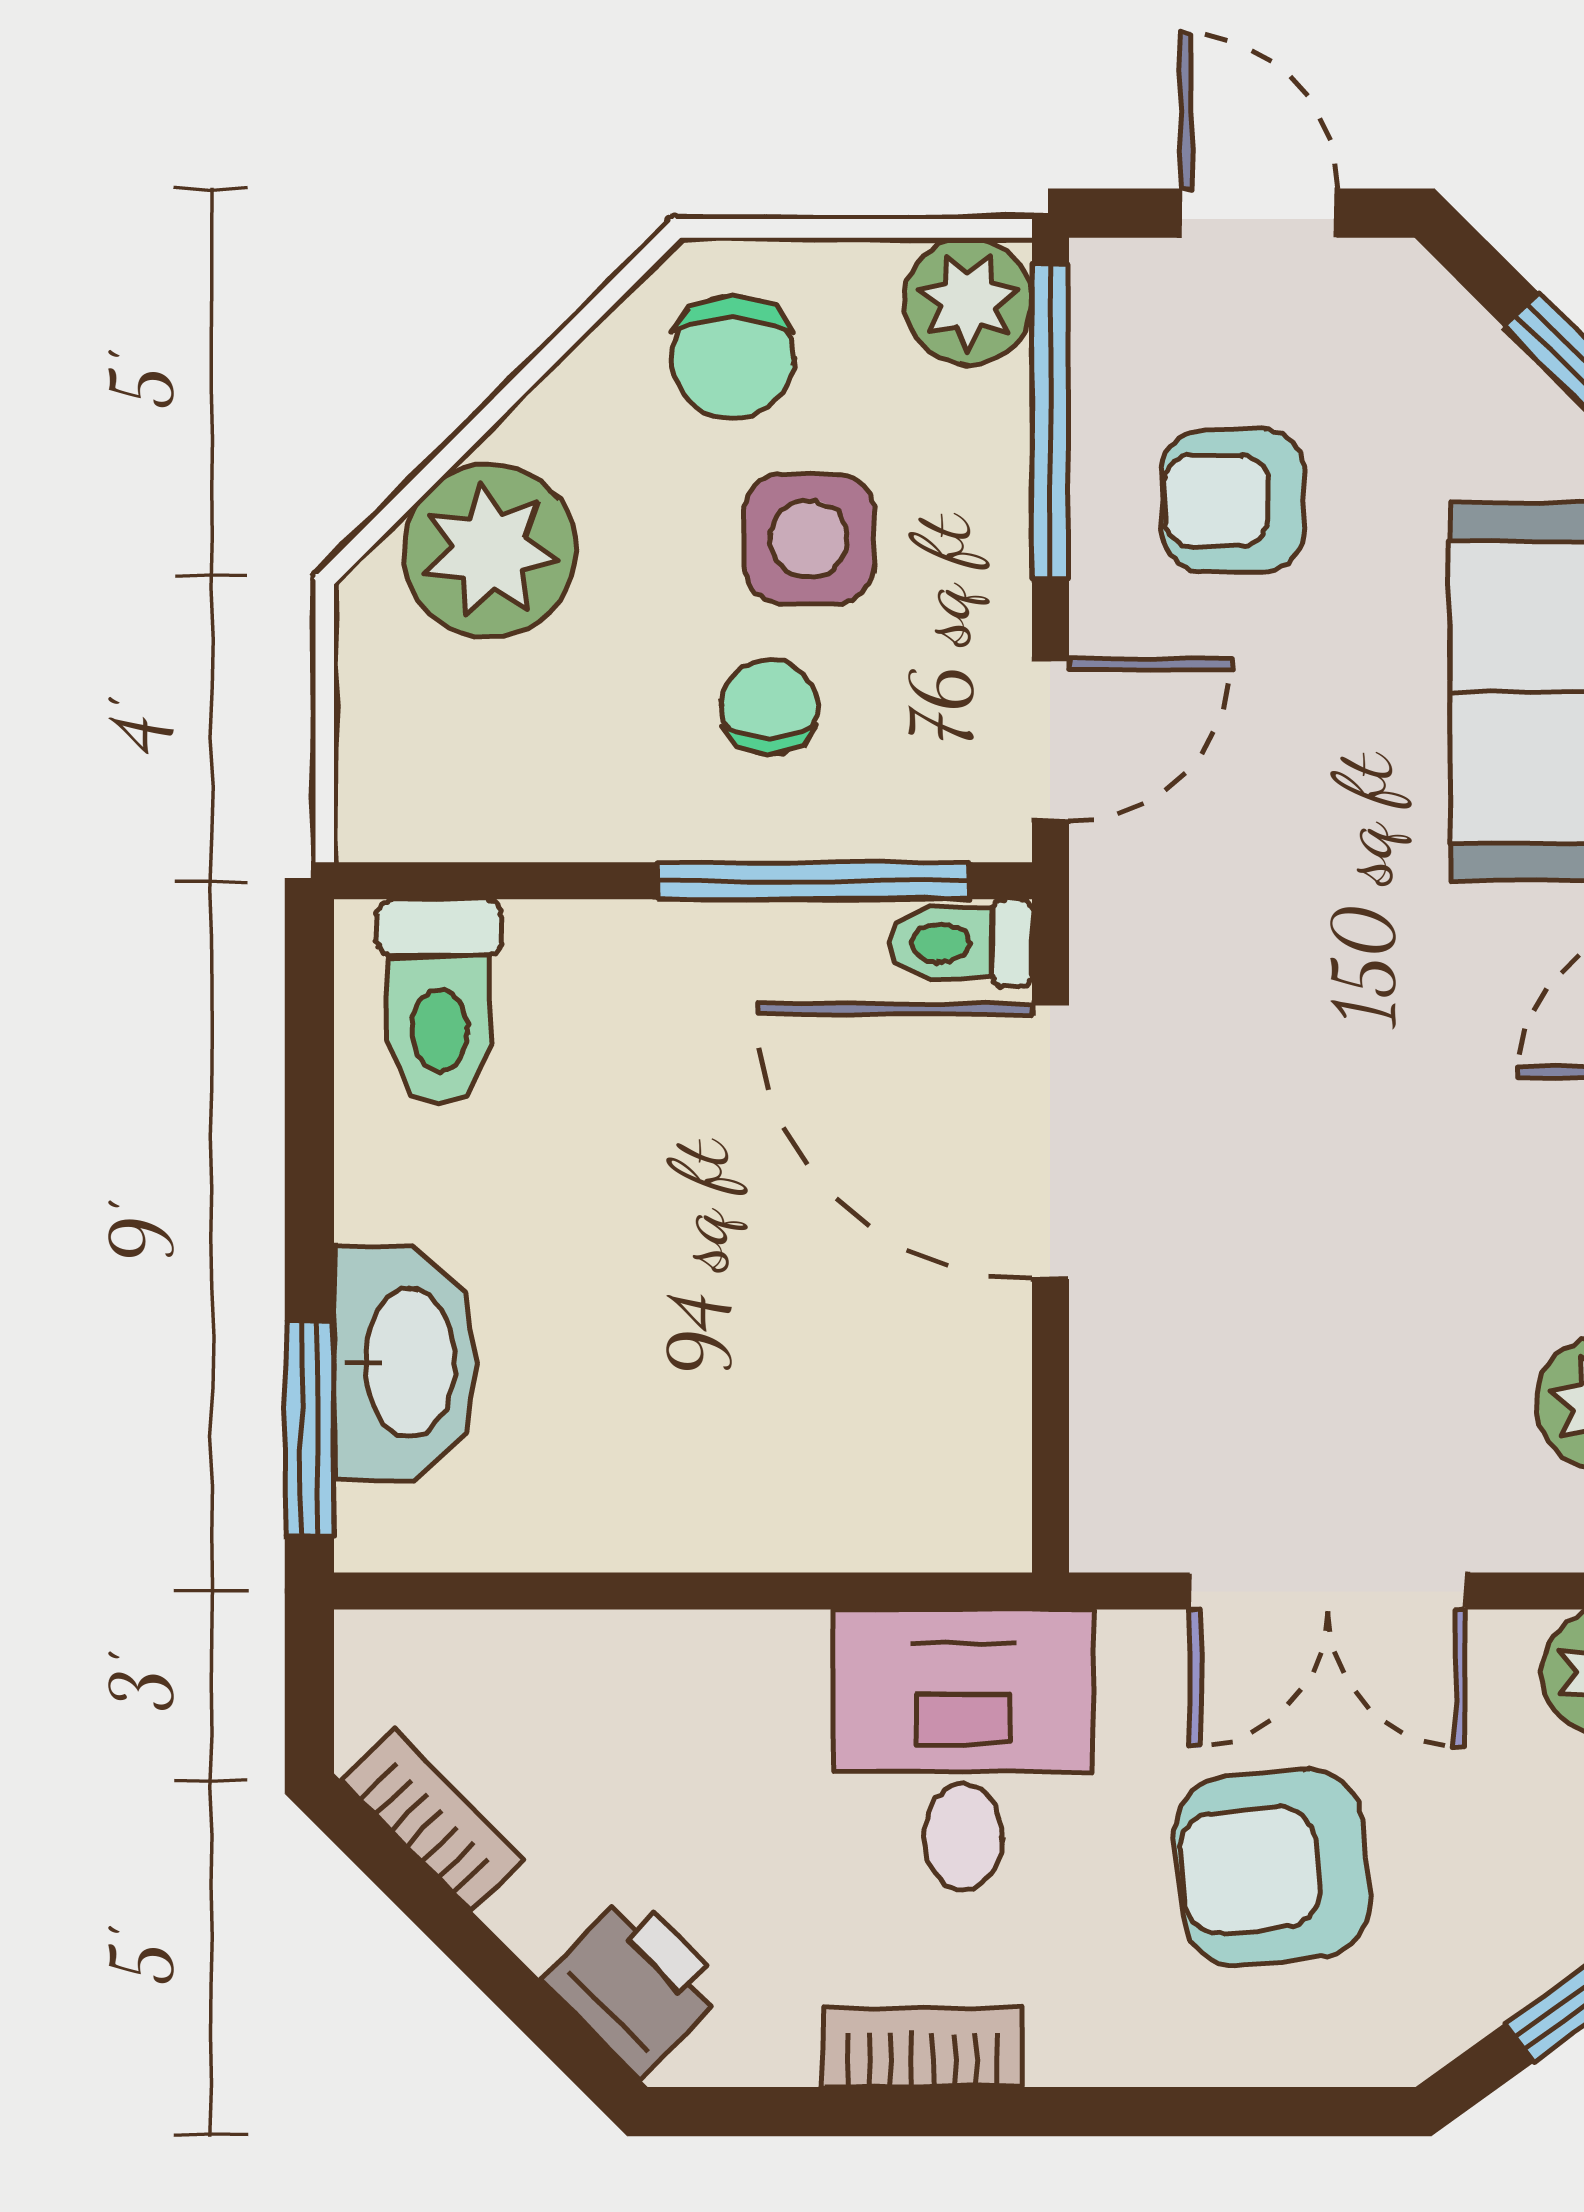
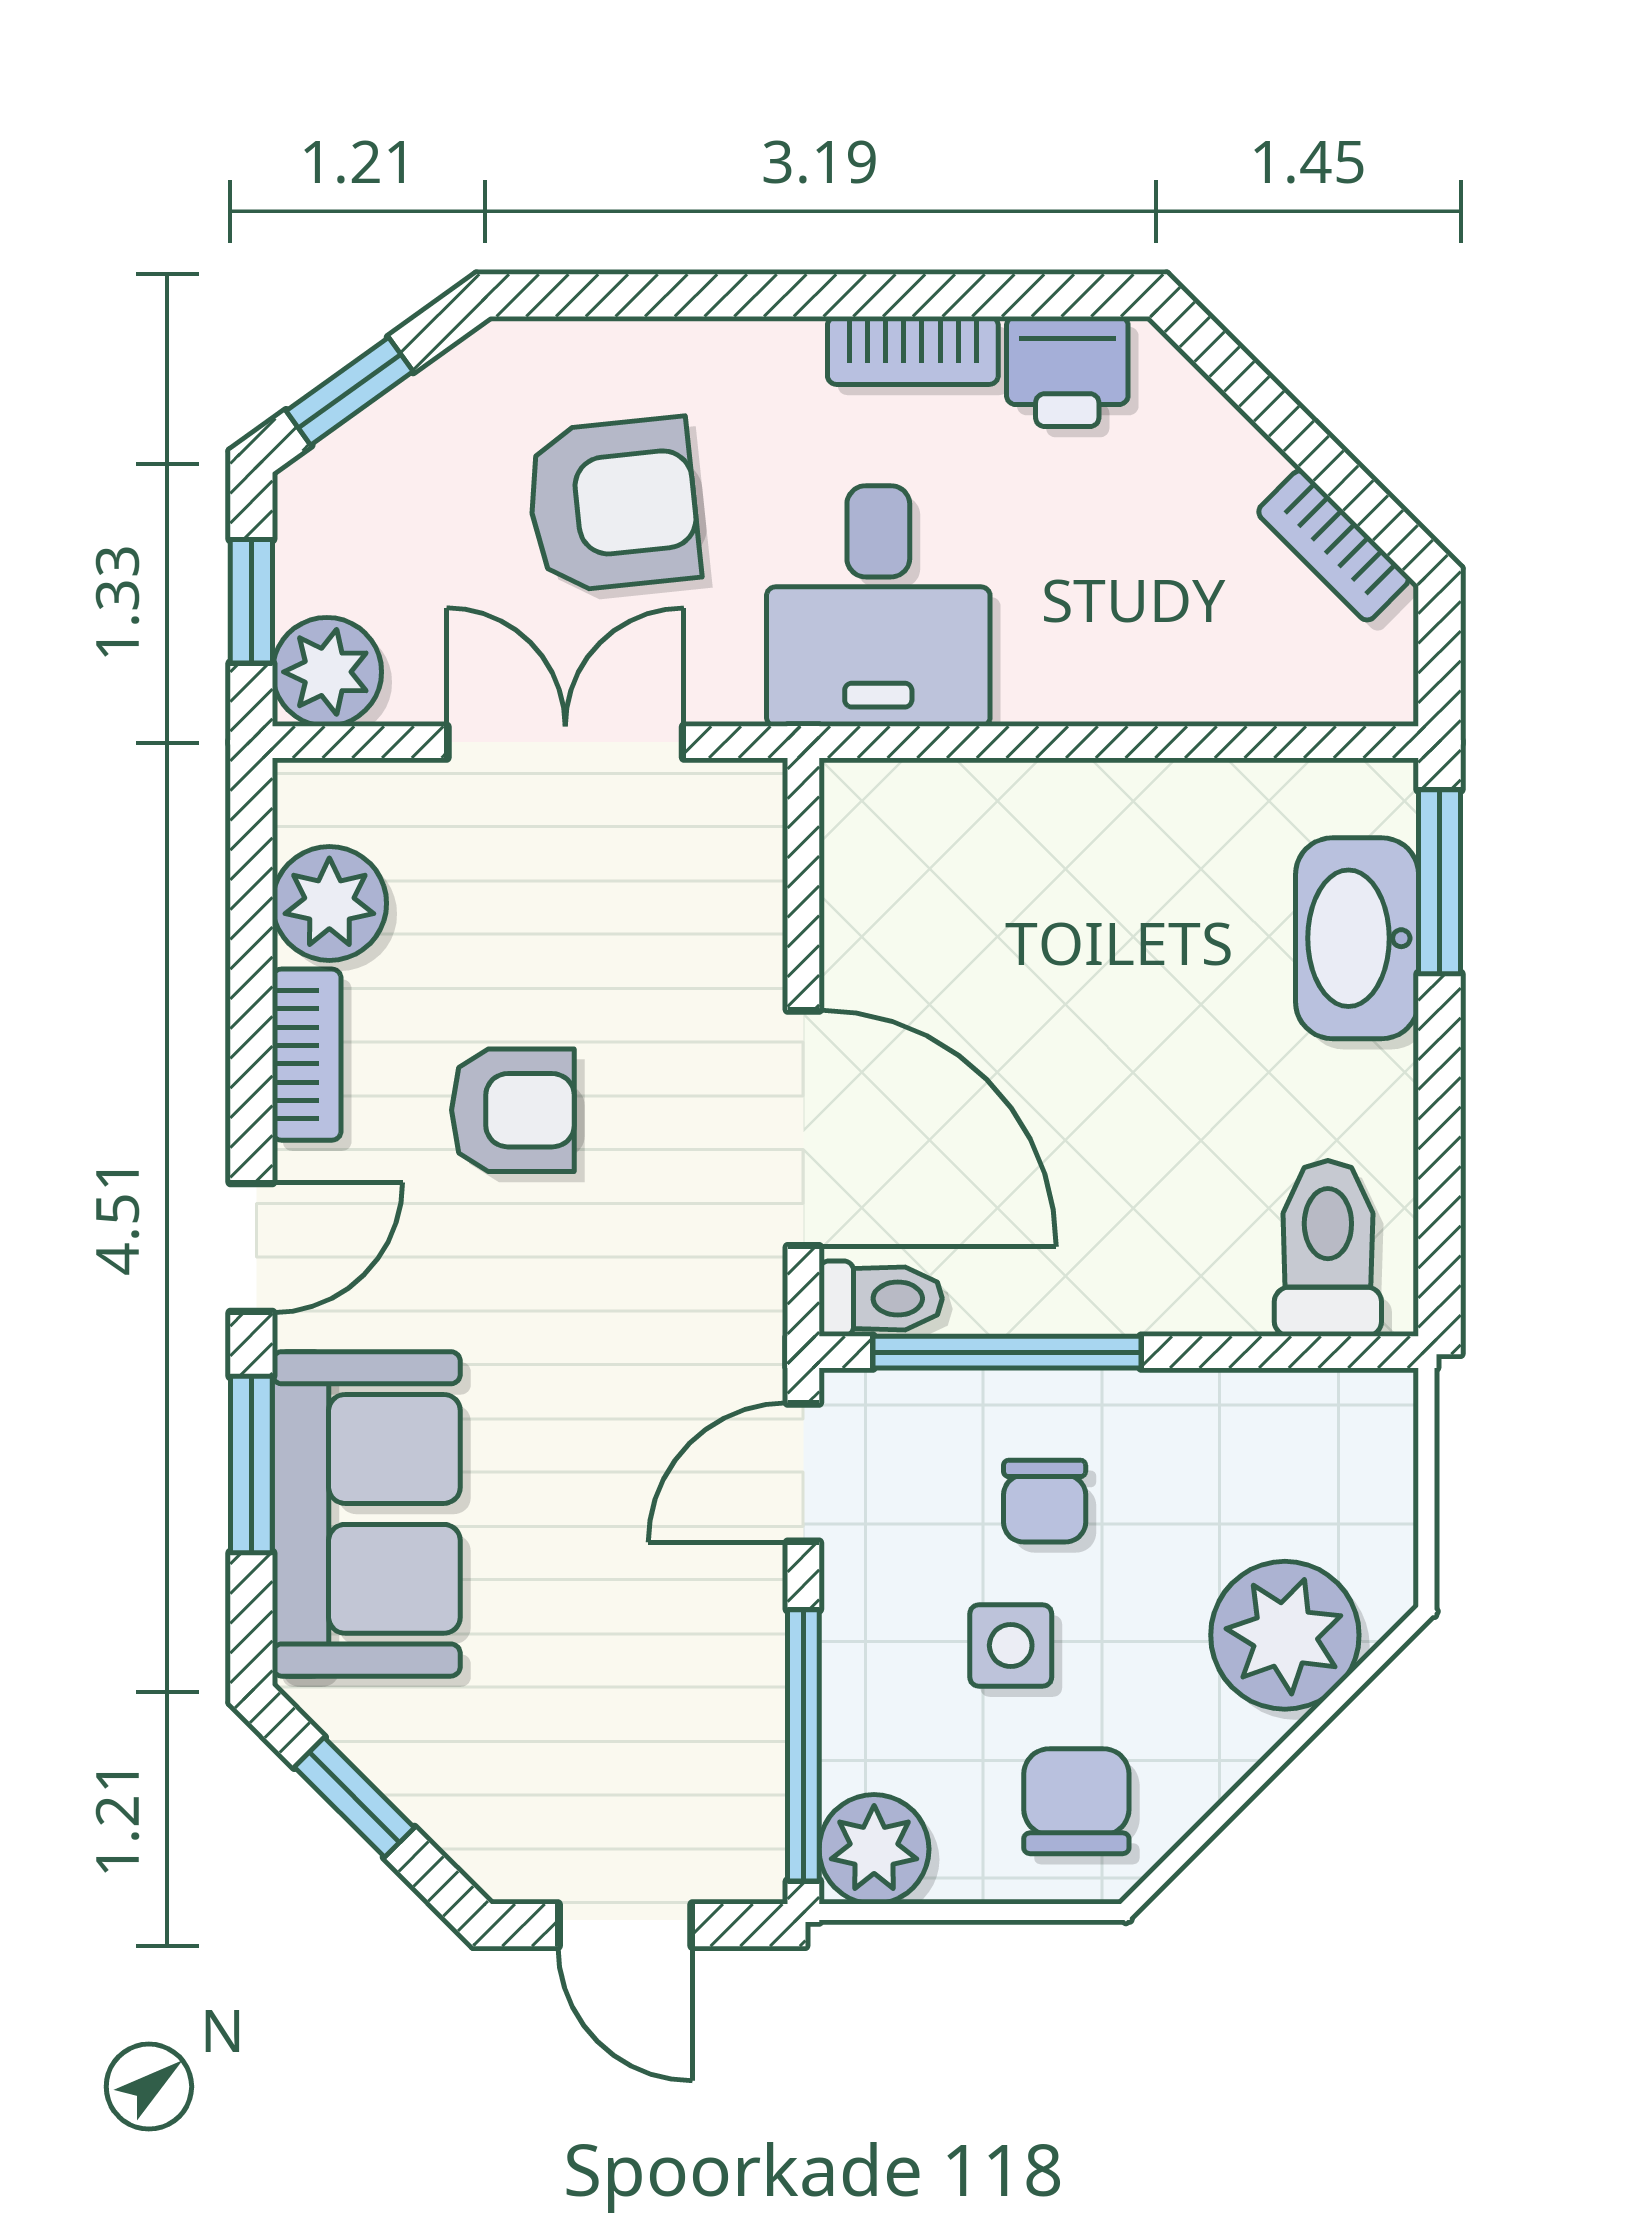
armchair: (1233, 501) -> (513, 1110), moved
side table: (809, 539) -> (1011, 1645), width x0.73, depth x0.73
printer: (635, 1984) -> (1067, 372), moved, turned -45

